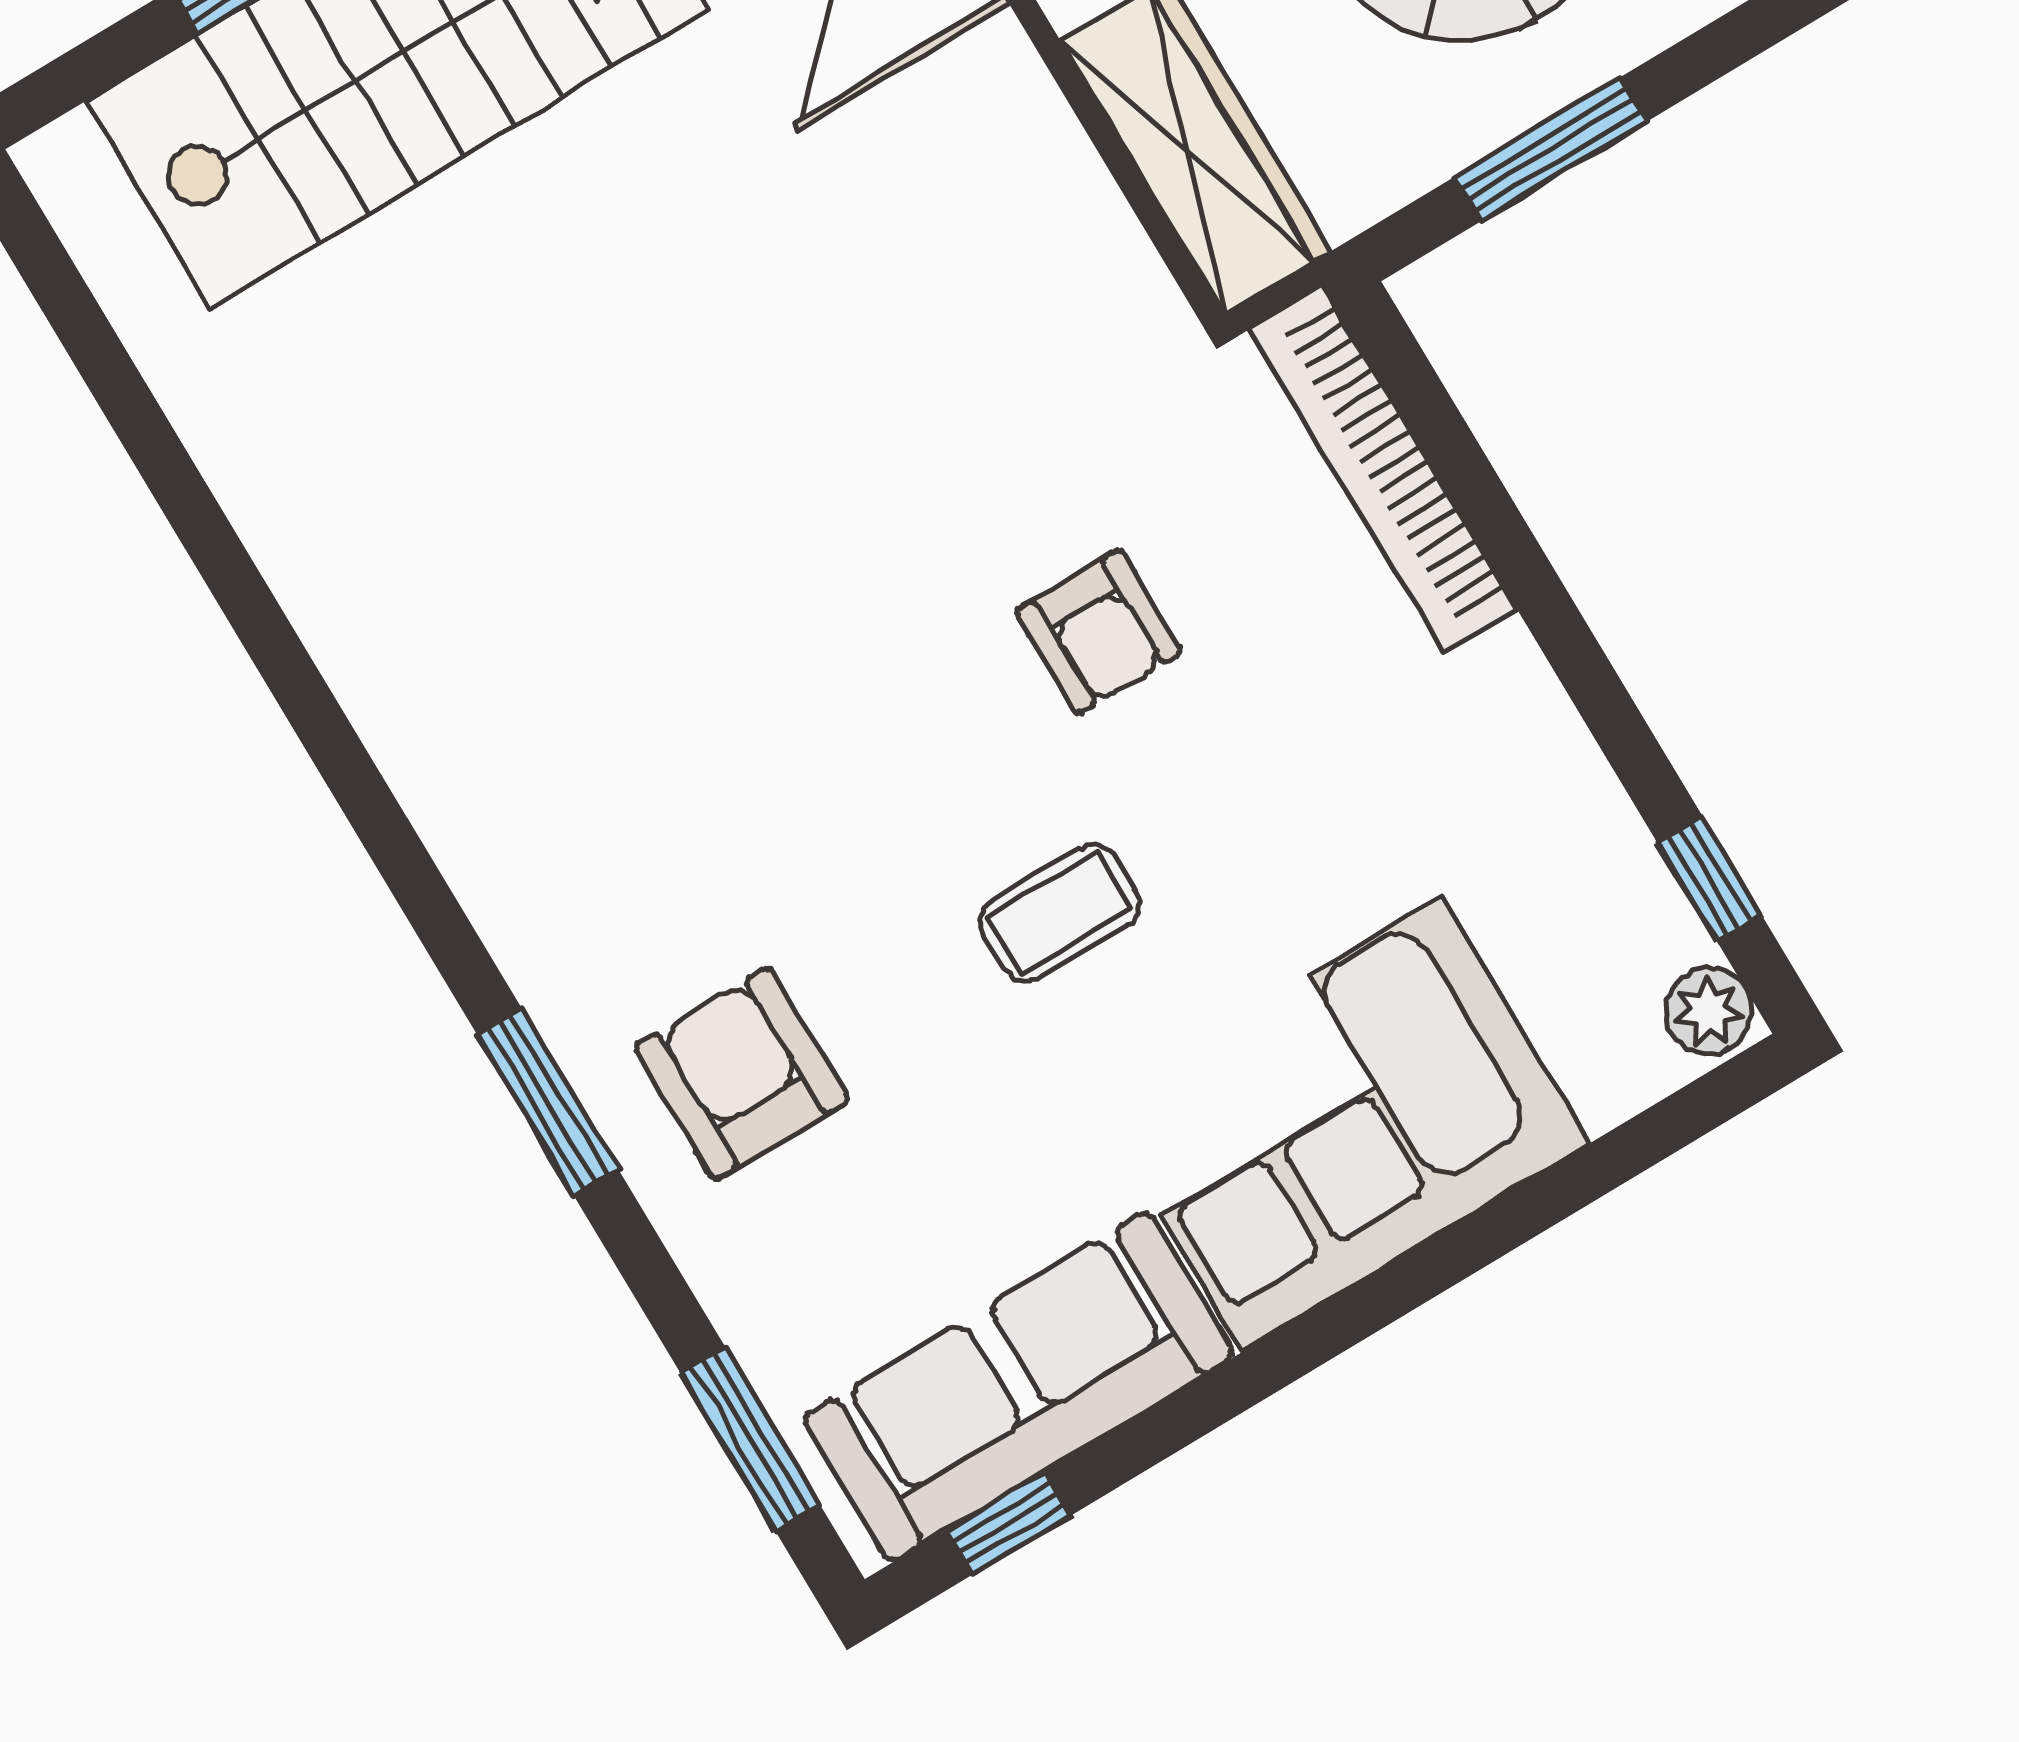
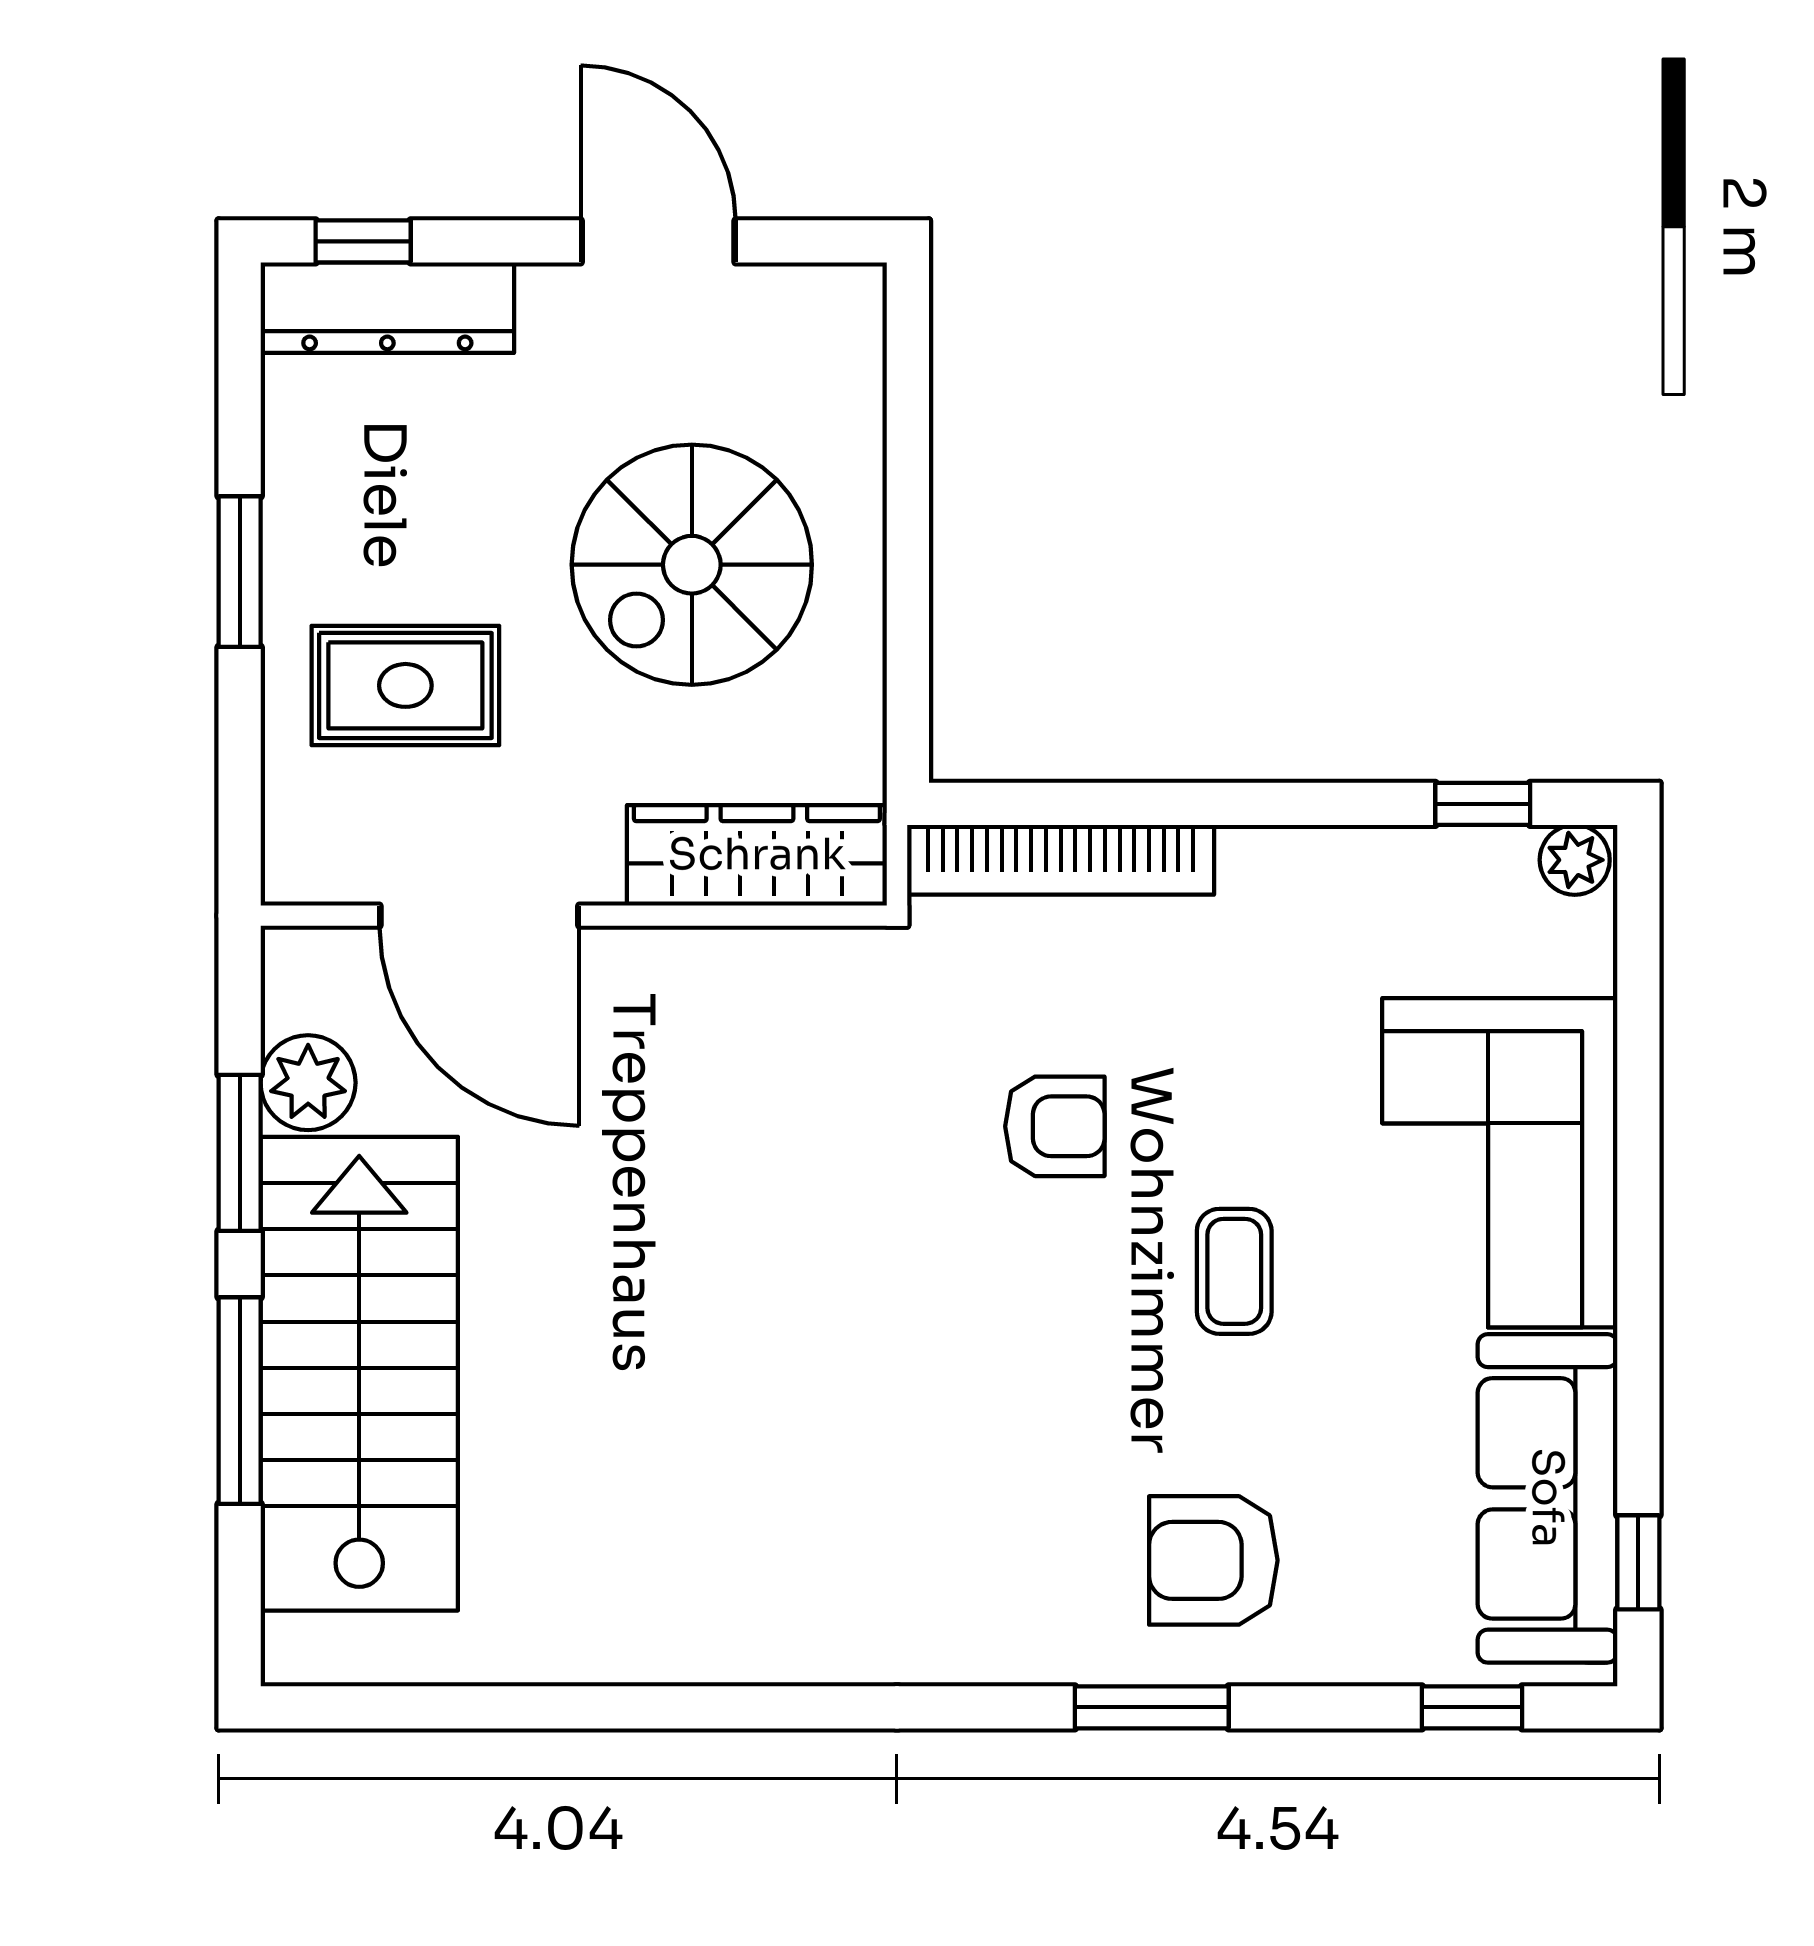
window: (1551, 149) -> (908, 609), removed
window: (750, 1439) -> (1472, 1707), width x0.67

